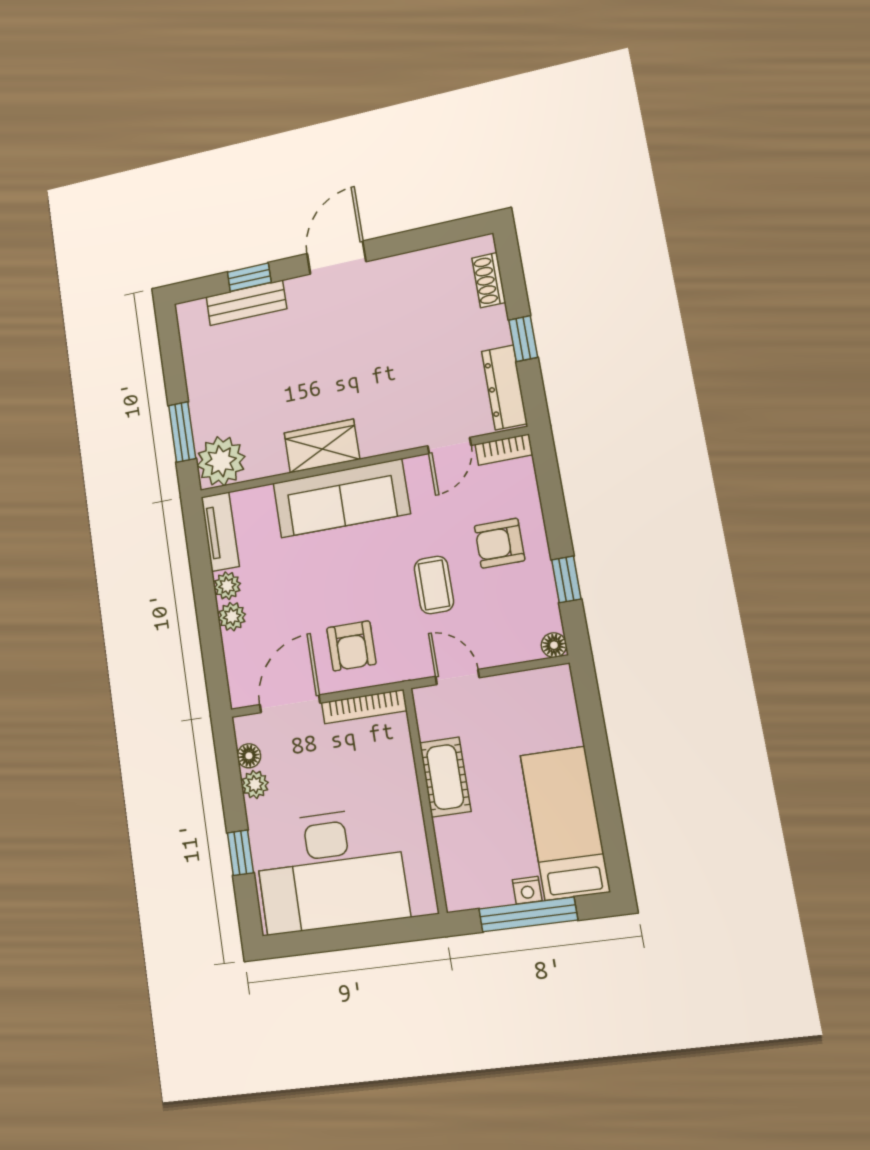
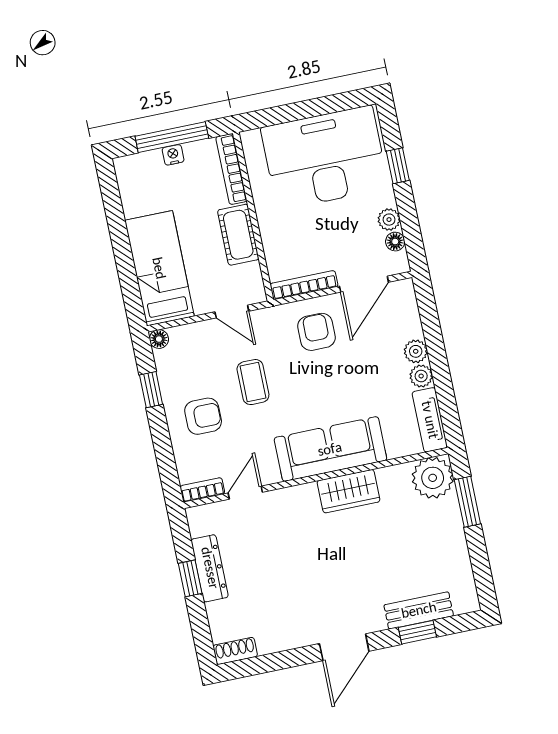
shoe rack: (489, 280) -> (235, 651), moved, turned -90
dresser: (504, 387) -> (210, 568), moved
bed: (565, 823) -> (159, 268), moved, turned 180
bookcase: (451, 865) -> (231, 169), added

